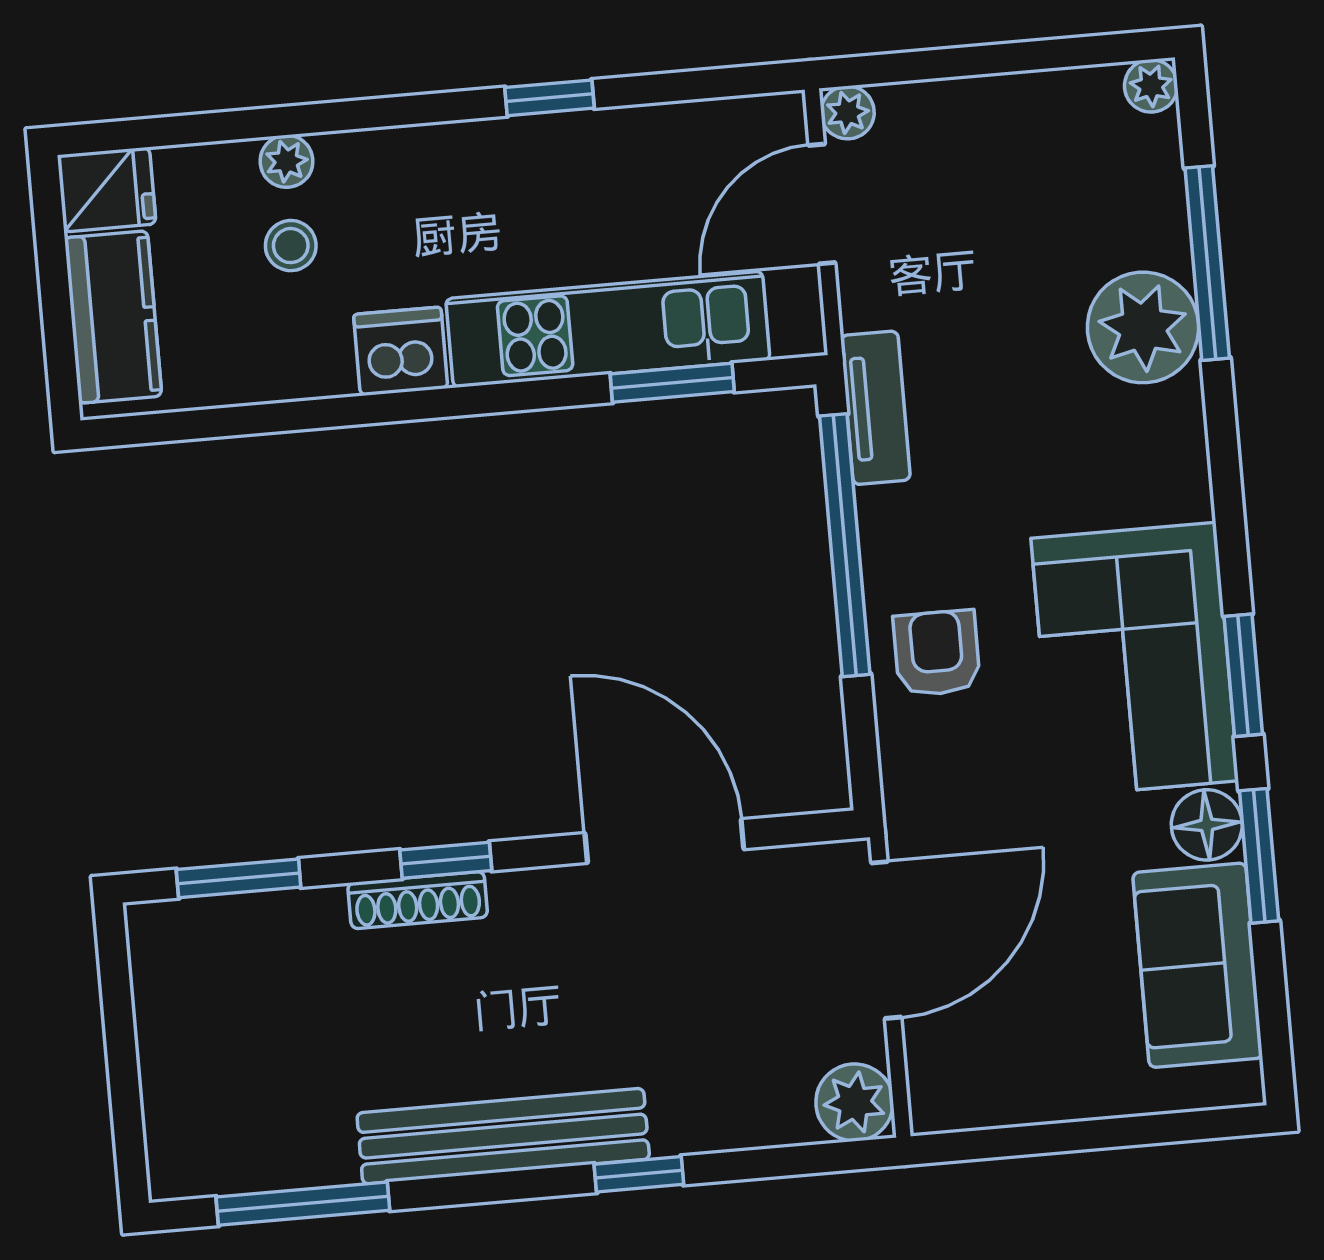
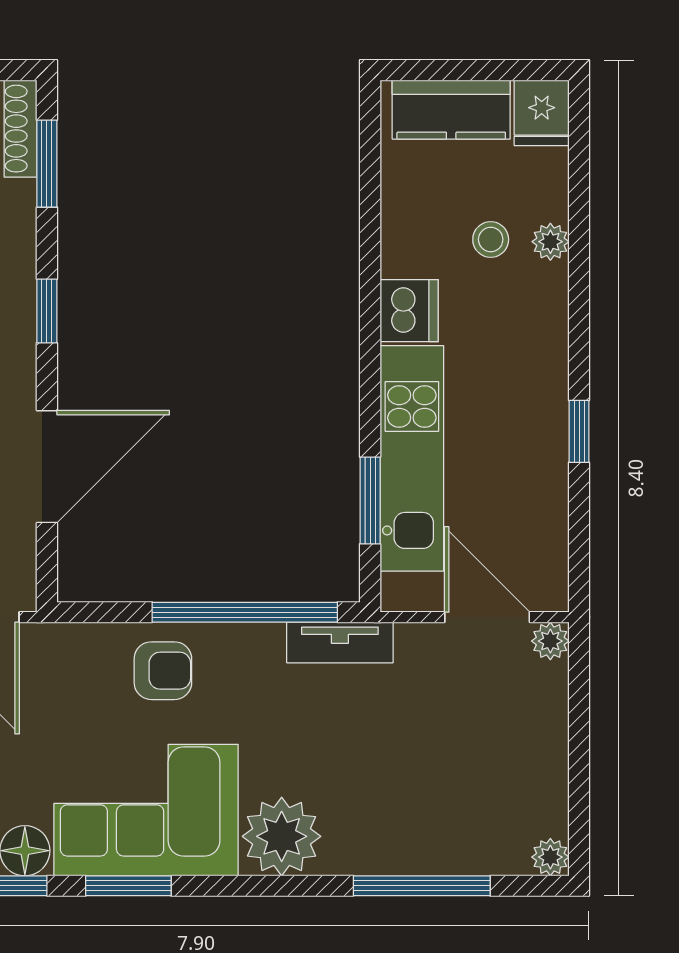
plant: (1143, 327) -> (282, 836), moved
shoe rack: (418, 900) -> (21, 129), moved

